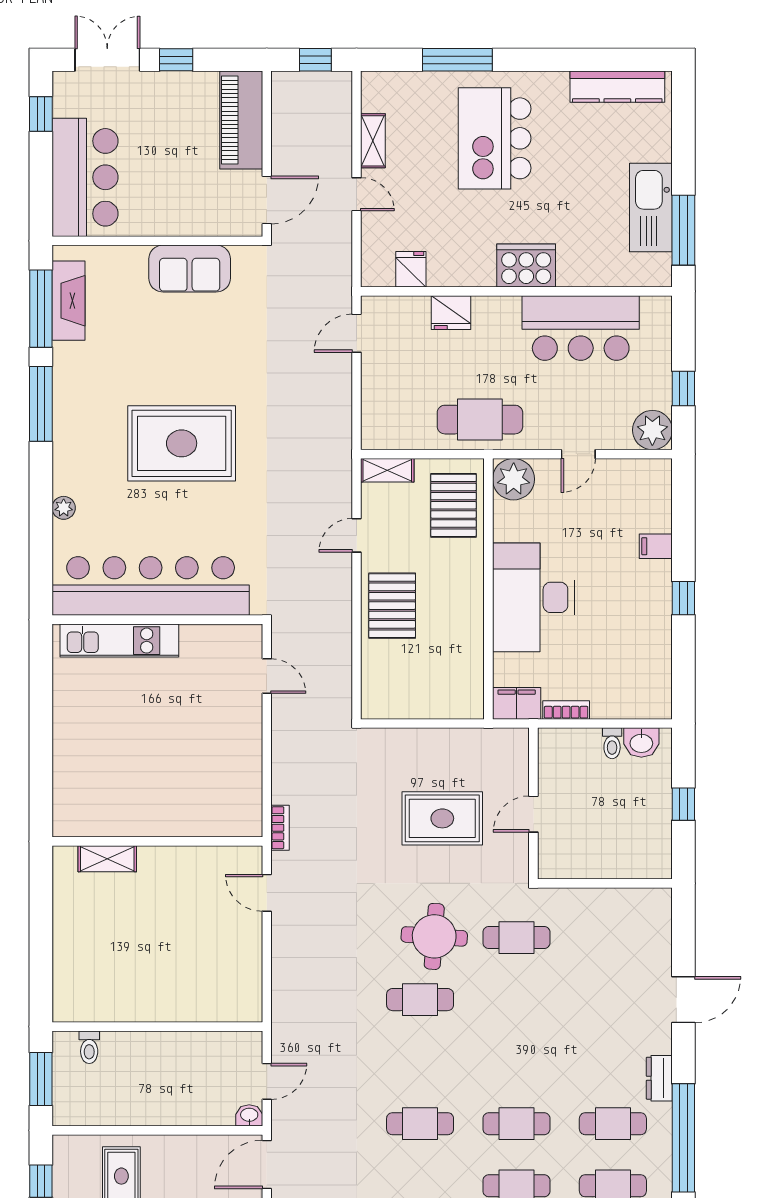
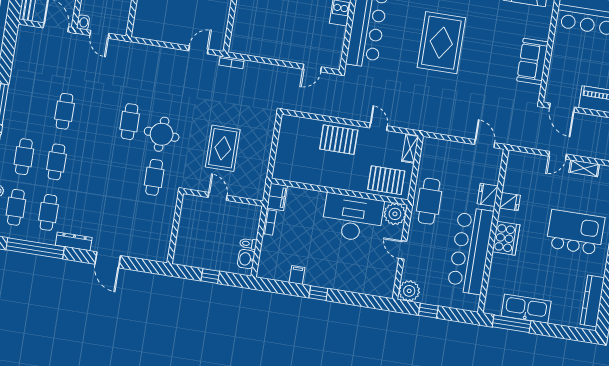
fridge: (411, 269) -> (510, 202), moved
bar counter: (581, 328) -> (470, 251), width x1.36
filing cabinet: (656, 546) -> (297, 275), moved
desk: (533, 597) -> (353, 218), moved
dresser: (659, 1078) -> (74, 241), width x1.44

